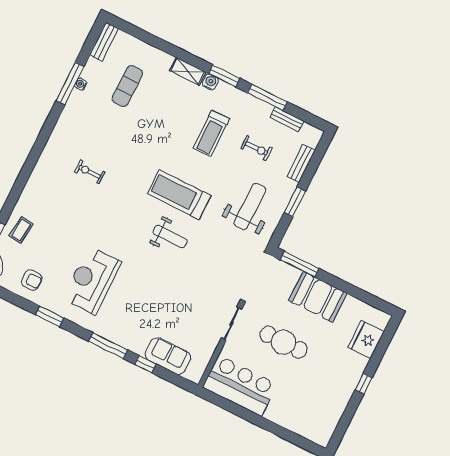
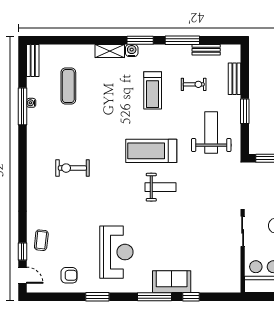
exercise bike: (90, 172) -> (72, 168), width x1.38, depth x1.39
reception desk: (92, 280) -> (116, 252), turned 180
sofa: (168, 356) -> (172, 282), moved

